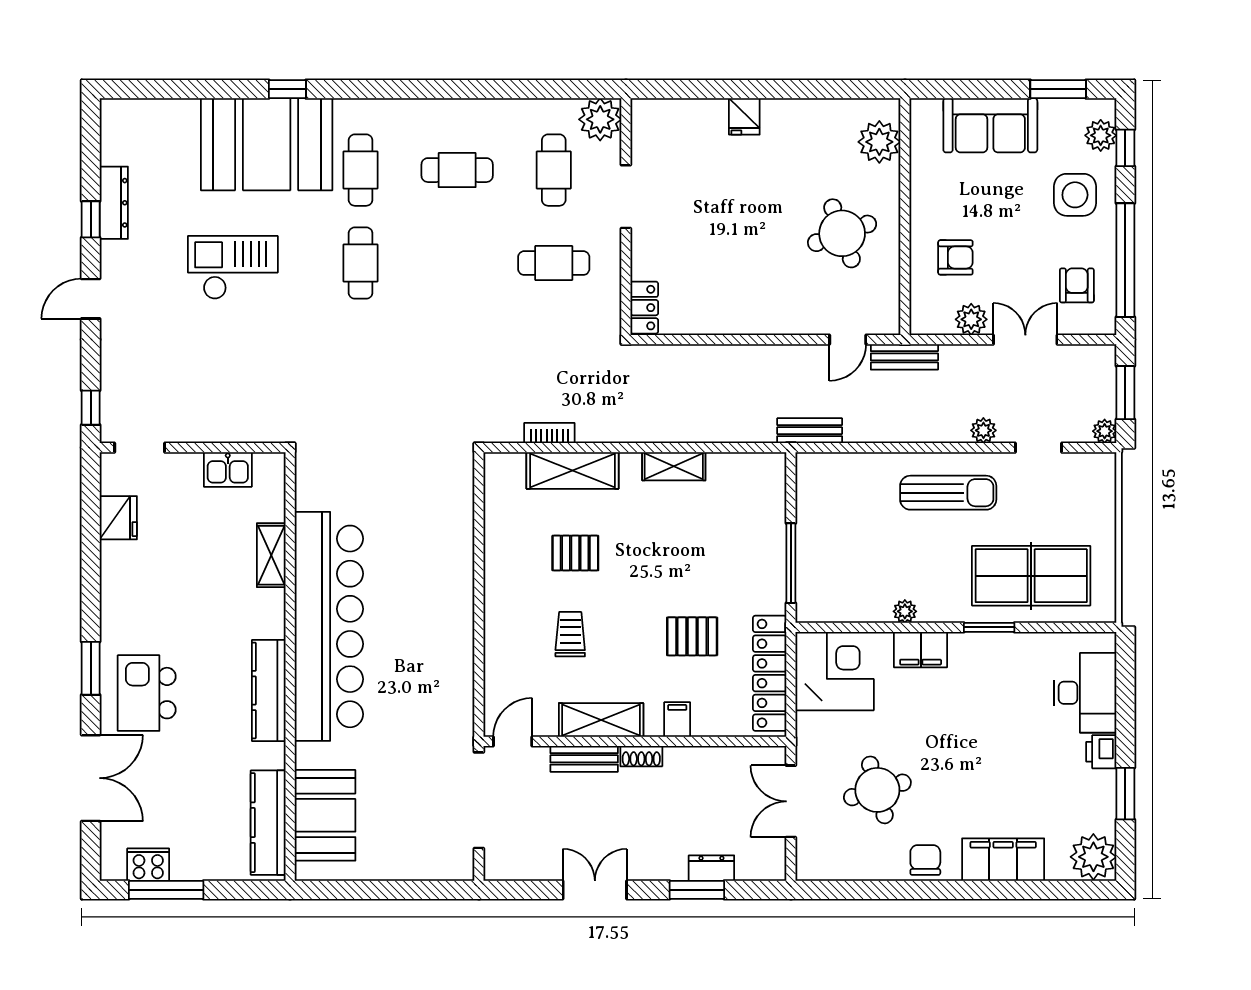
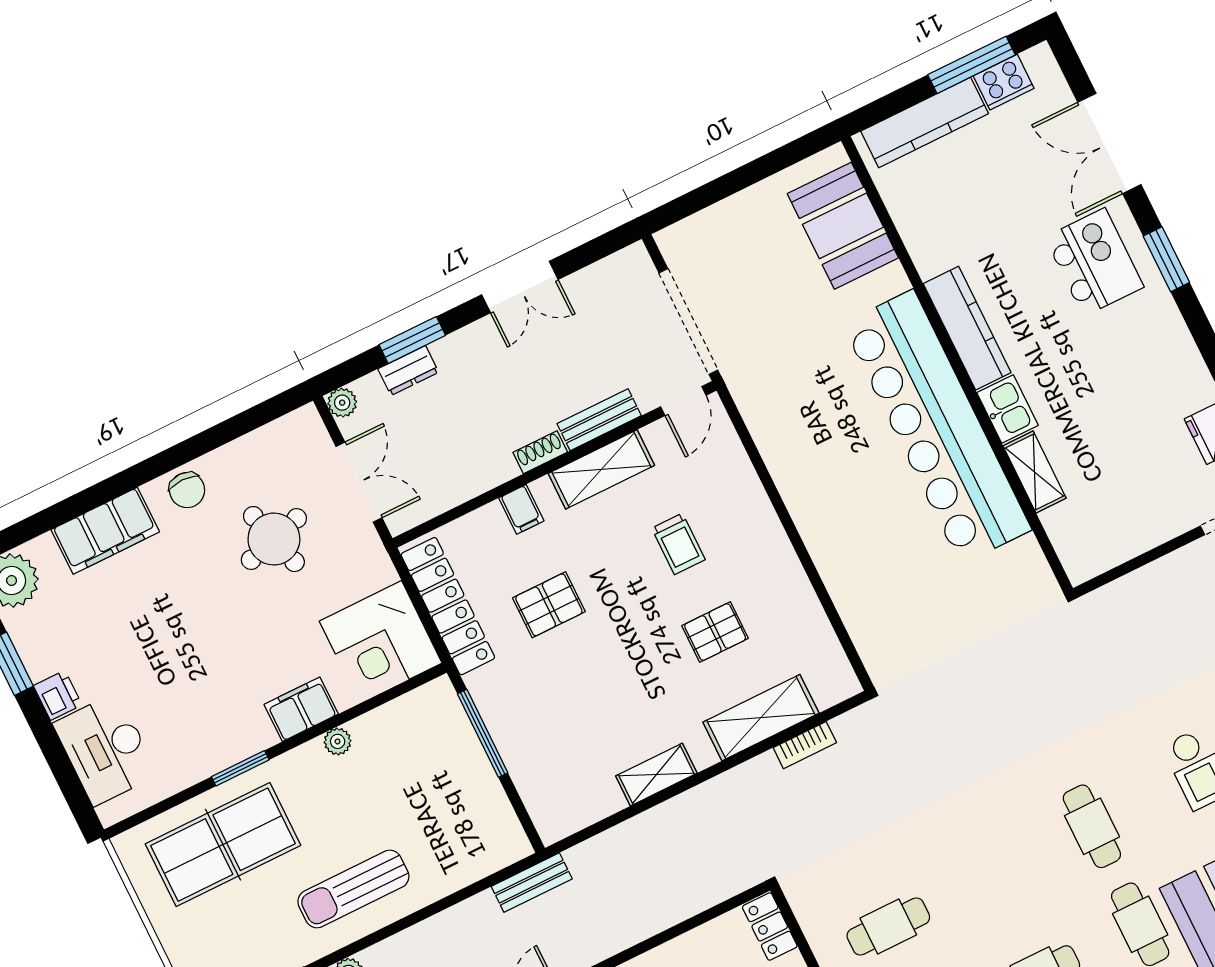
kitchen sink: (228, 469) -> (1008, 409), moved, turned 90
kitchen counter: (268, 823) -> (925, 122), moved, turned 90
plant: (774, 868) -> (342, 403), added

